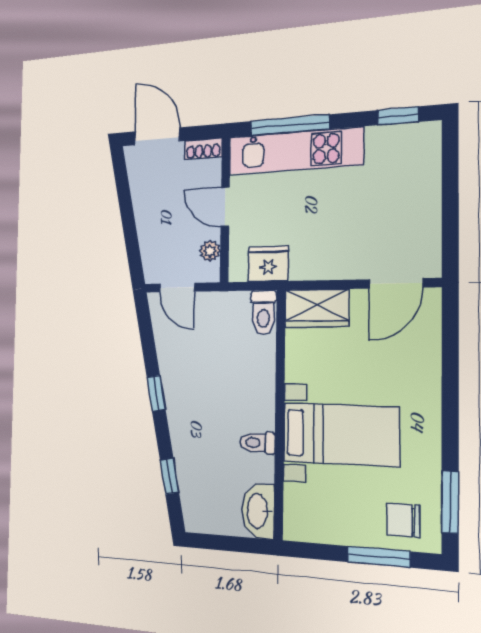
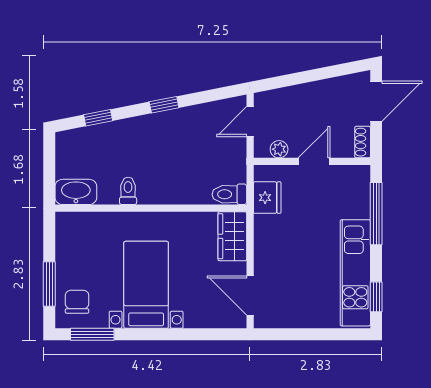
kitchen unit: (295, 151) -> (355, 273), moved
bed with nightstands: (341, 434) -> (146, 285), moved, turned 180

